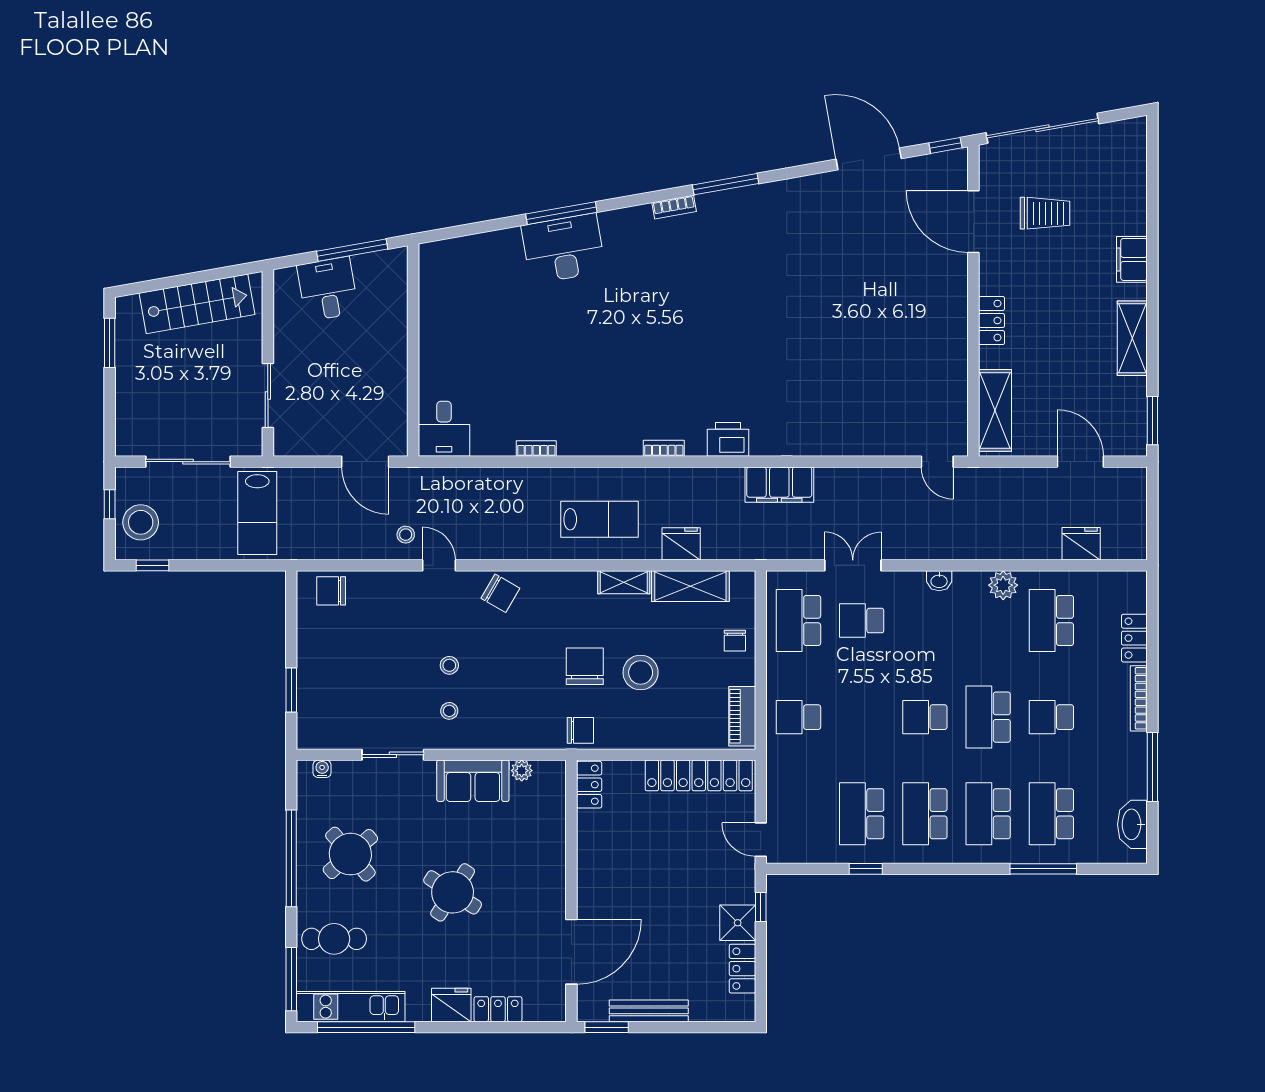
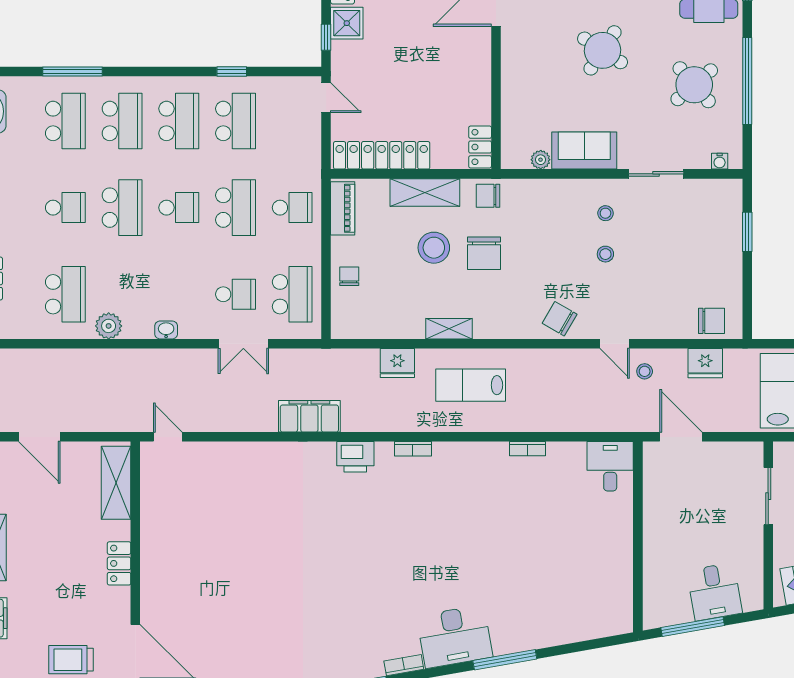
desk: (563, 249) -> (455, 637), moved
fridge: (1081, 544) -> (705, 363), moved
shelving: (690, 586) -> (425, 192), moved
school desk: (862, 717) -> (235, 208), added

